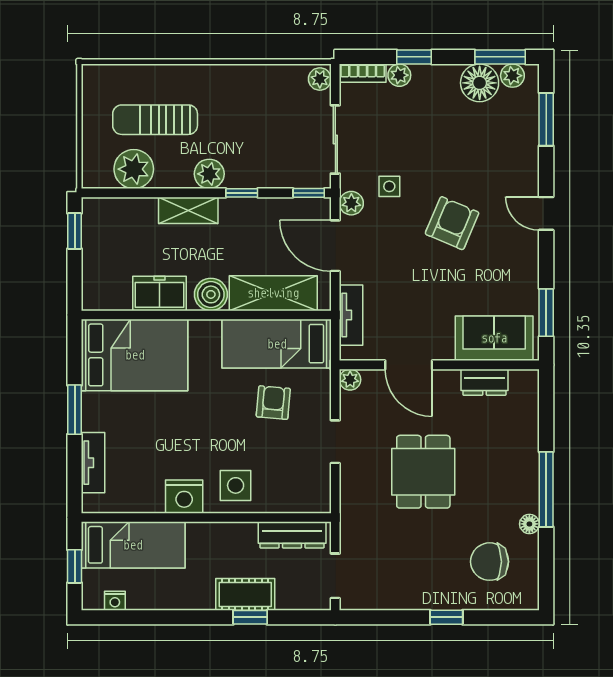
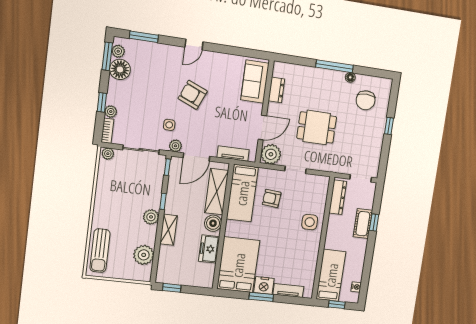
sun lounger: (155, 120) -> (100, 251), moved
window: (546, 313) -> (245, 52), removed
plant: (350, 380) -> (271, 154), width x1.88, depth x1.88
nightstand: (184, 497) -> (264, 285), moved, turned 90

